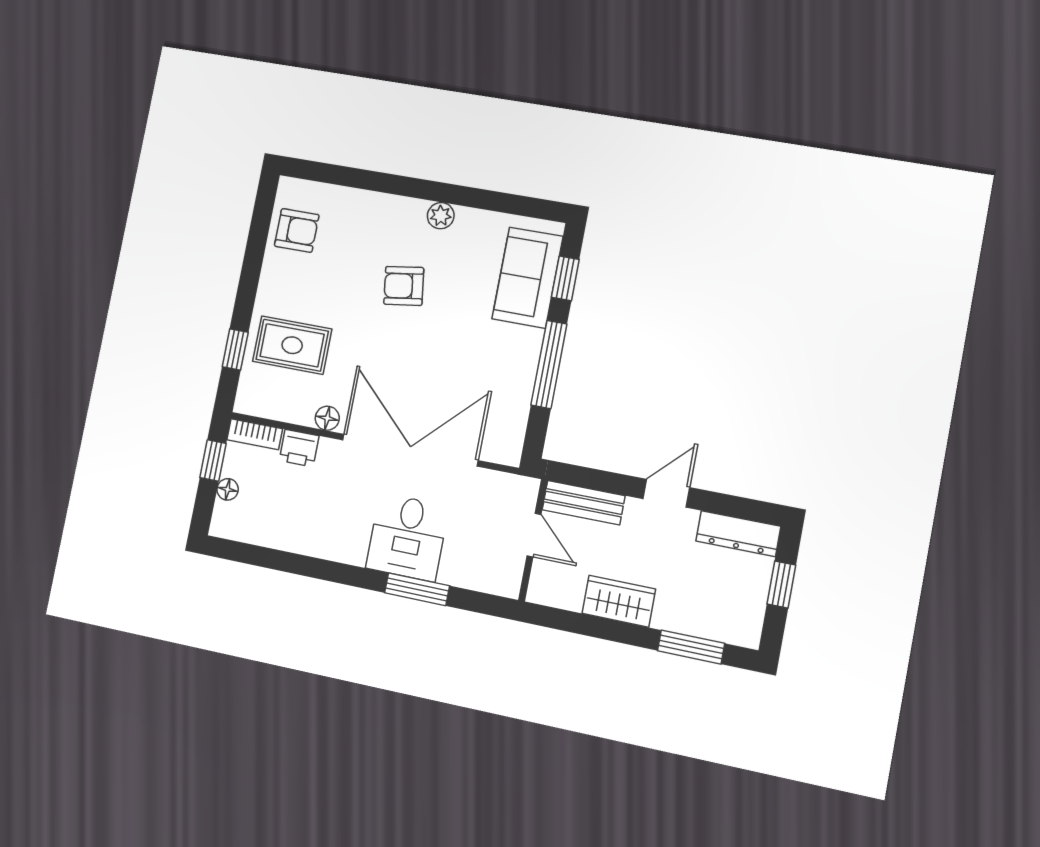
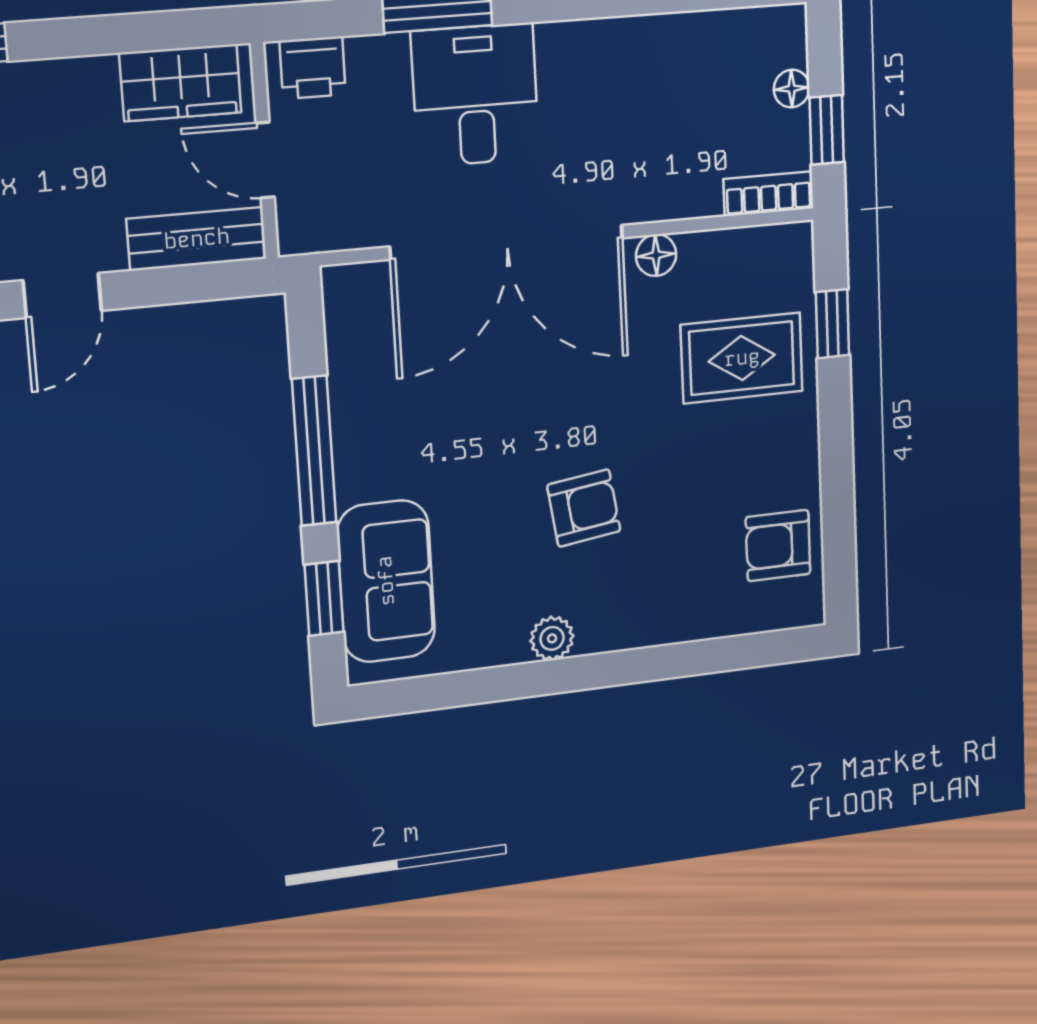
printer: (299, 448) -> (313, 68), moved, turned 180
wardrobe: (619, 601) -> (180, 83), moved

